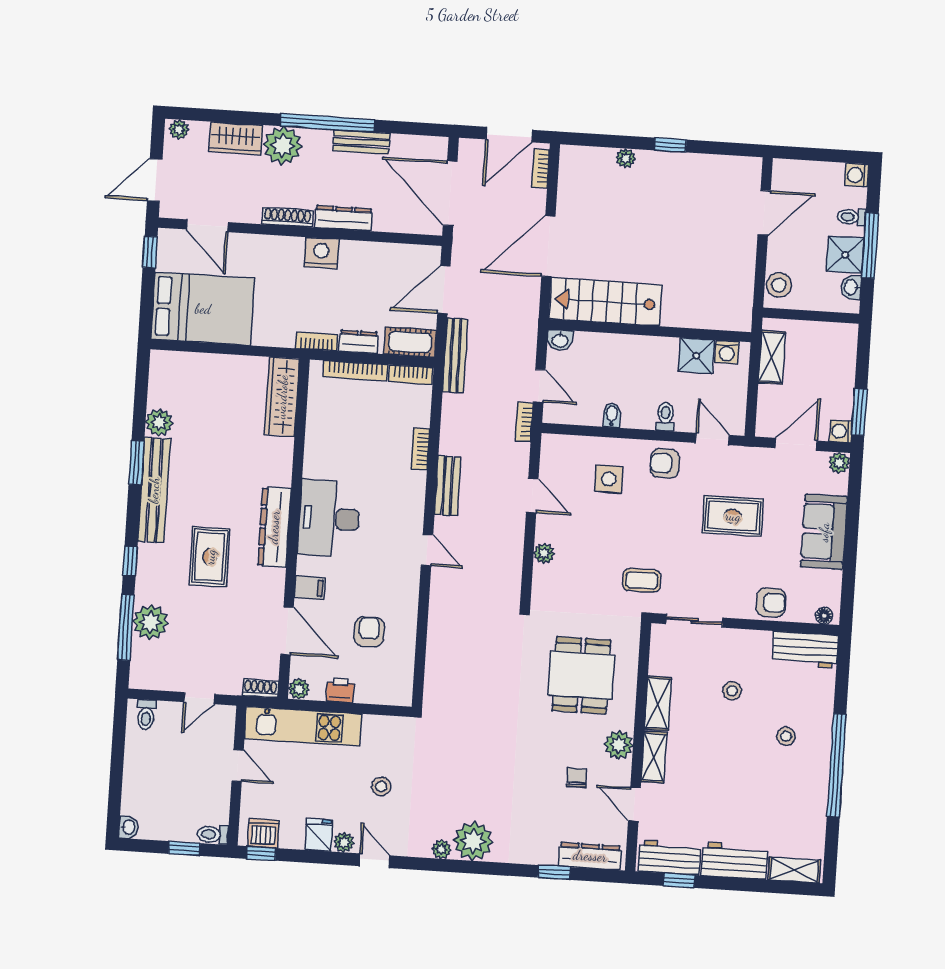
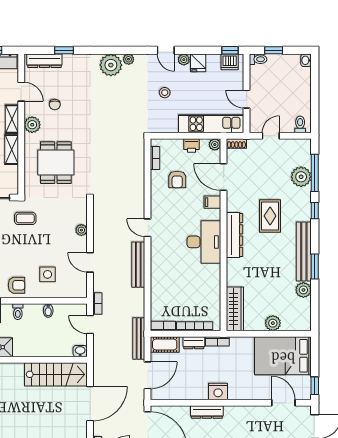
shoe rack: (287, 217) -> (238, 410), removed
plant: (217, 367) -> (273, 323), added
bookcase: (420, 449) -> (155, 158), moved
bench: (448, 486) -> (138, 265), width x1.36

